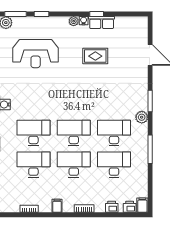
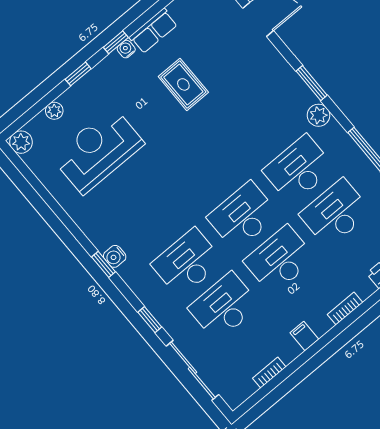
window: (16, 14) -> (24, 119), removed
window: (42, 14) -> (78, 74), moved
window: (97, 14) -> (116, 42), moved
plant: (74, 21) -> (54, 111), moved
reception desk: (36, 54) -> (98, 150), turned 180
rug: (95, 56) -> (183, 84), turned 90

